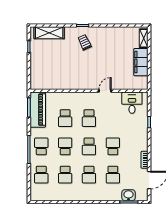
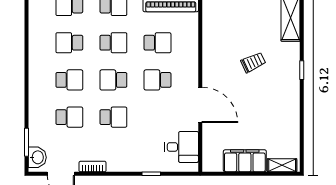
trolley: (85, 42) -> (253, 62), moved
door: (105, 91) -> (200, 105), width x1.88
school desk: (65, 118) -> (157, 43), turned 180
school desk: (89, 175) -> (69, 80), turned 180
school desk: (113, 175) -> (69, 117), turned 180
washbasin: (128, 195) -> (37, 157), moved

